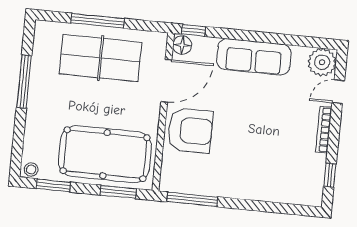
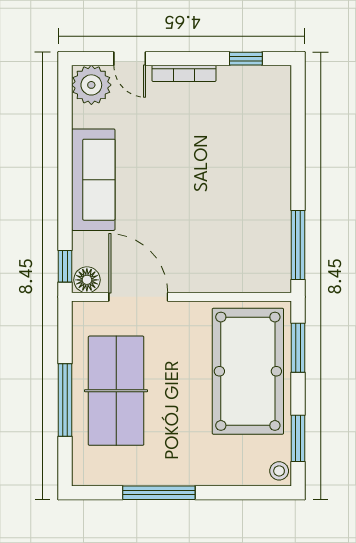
armchair: (190, 130) -> (203, 257), removed

